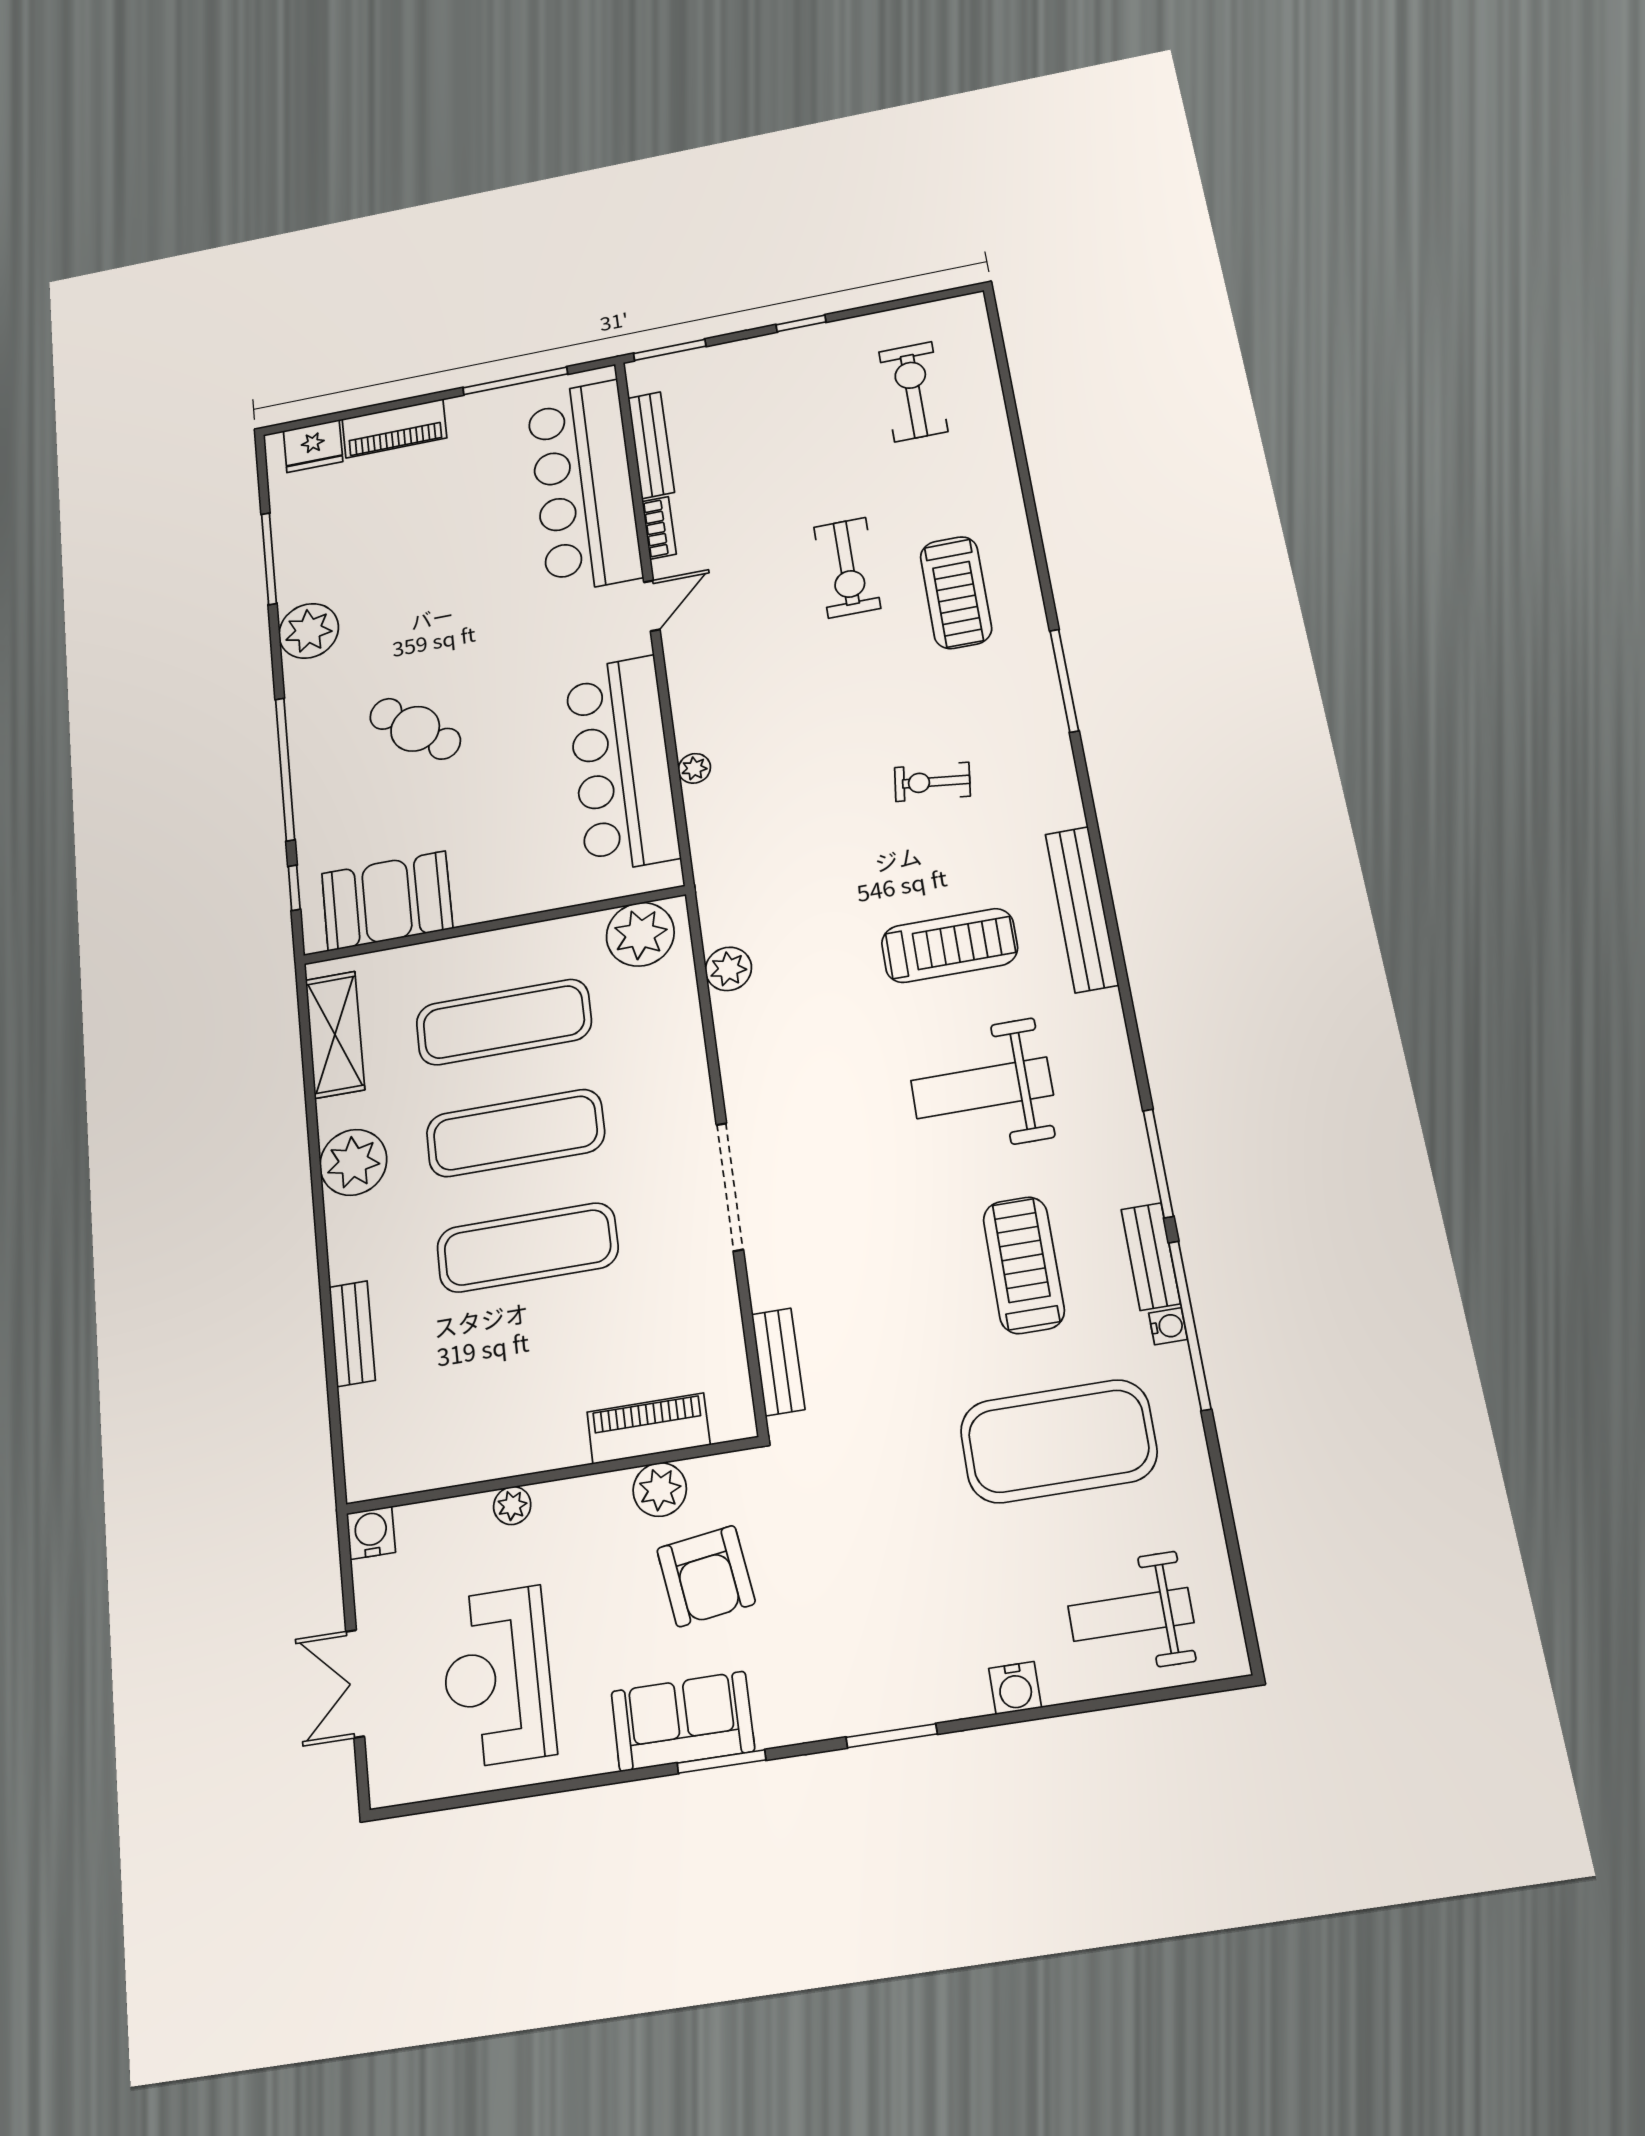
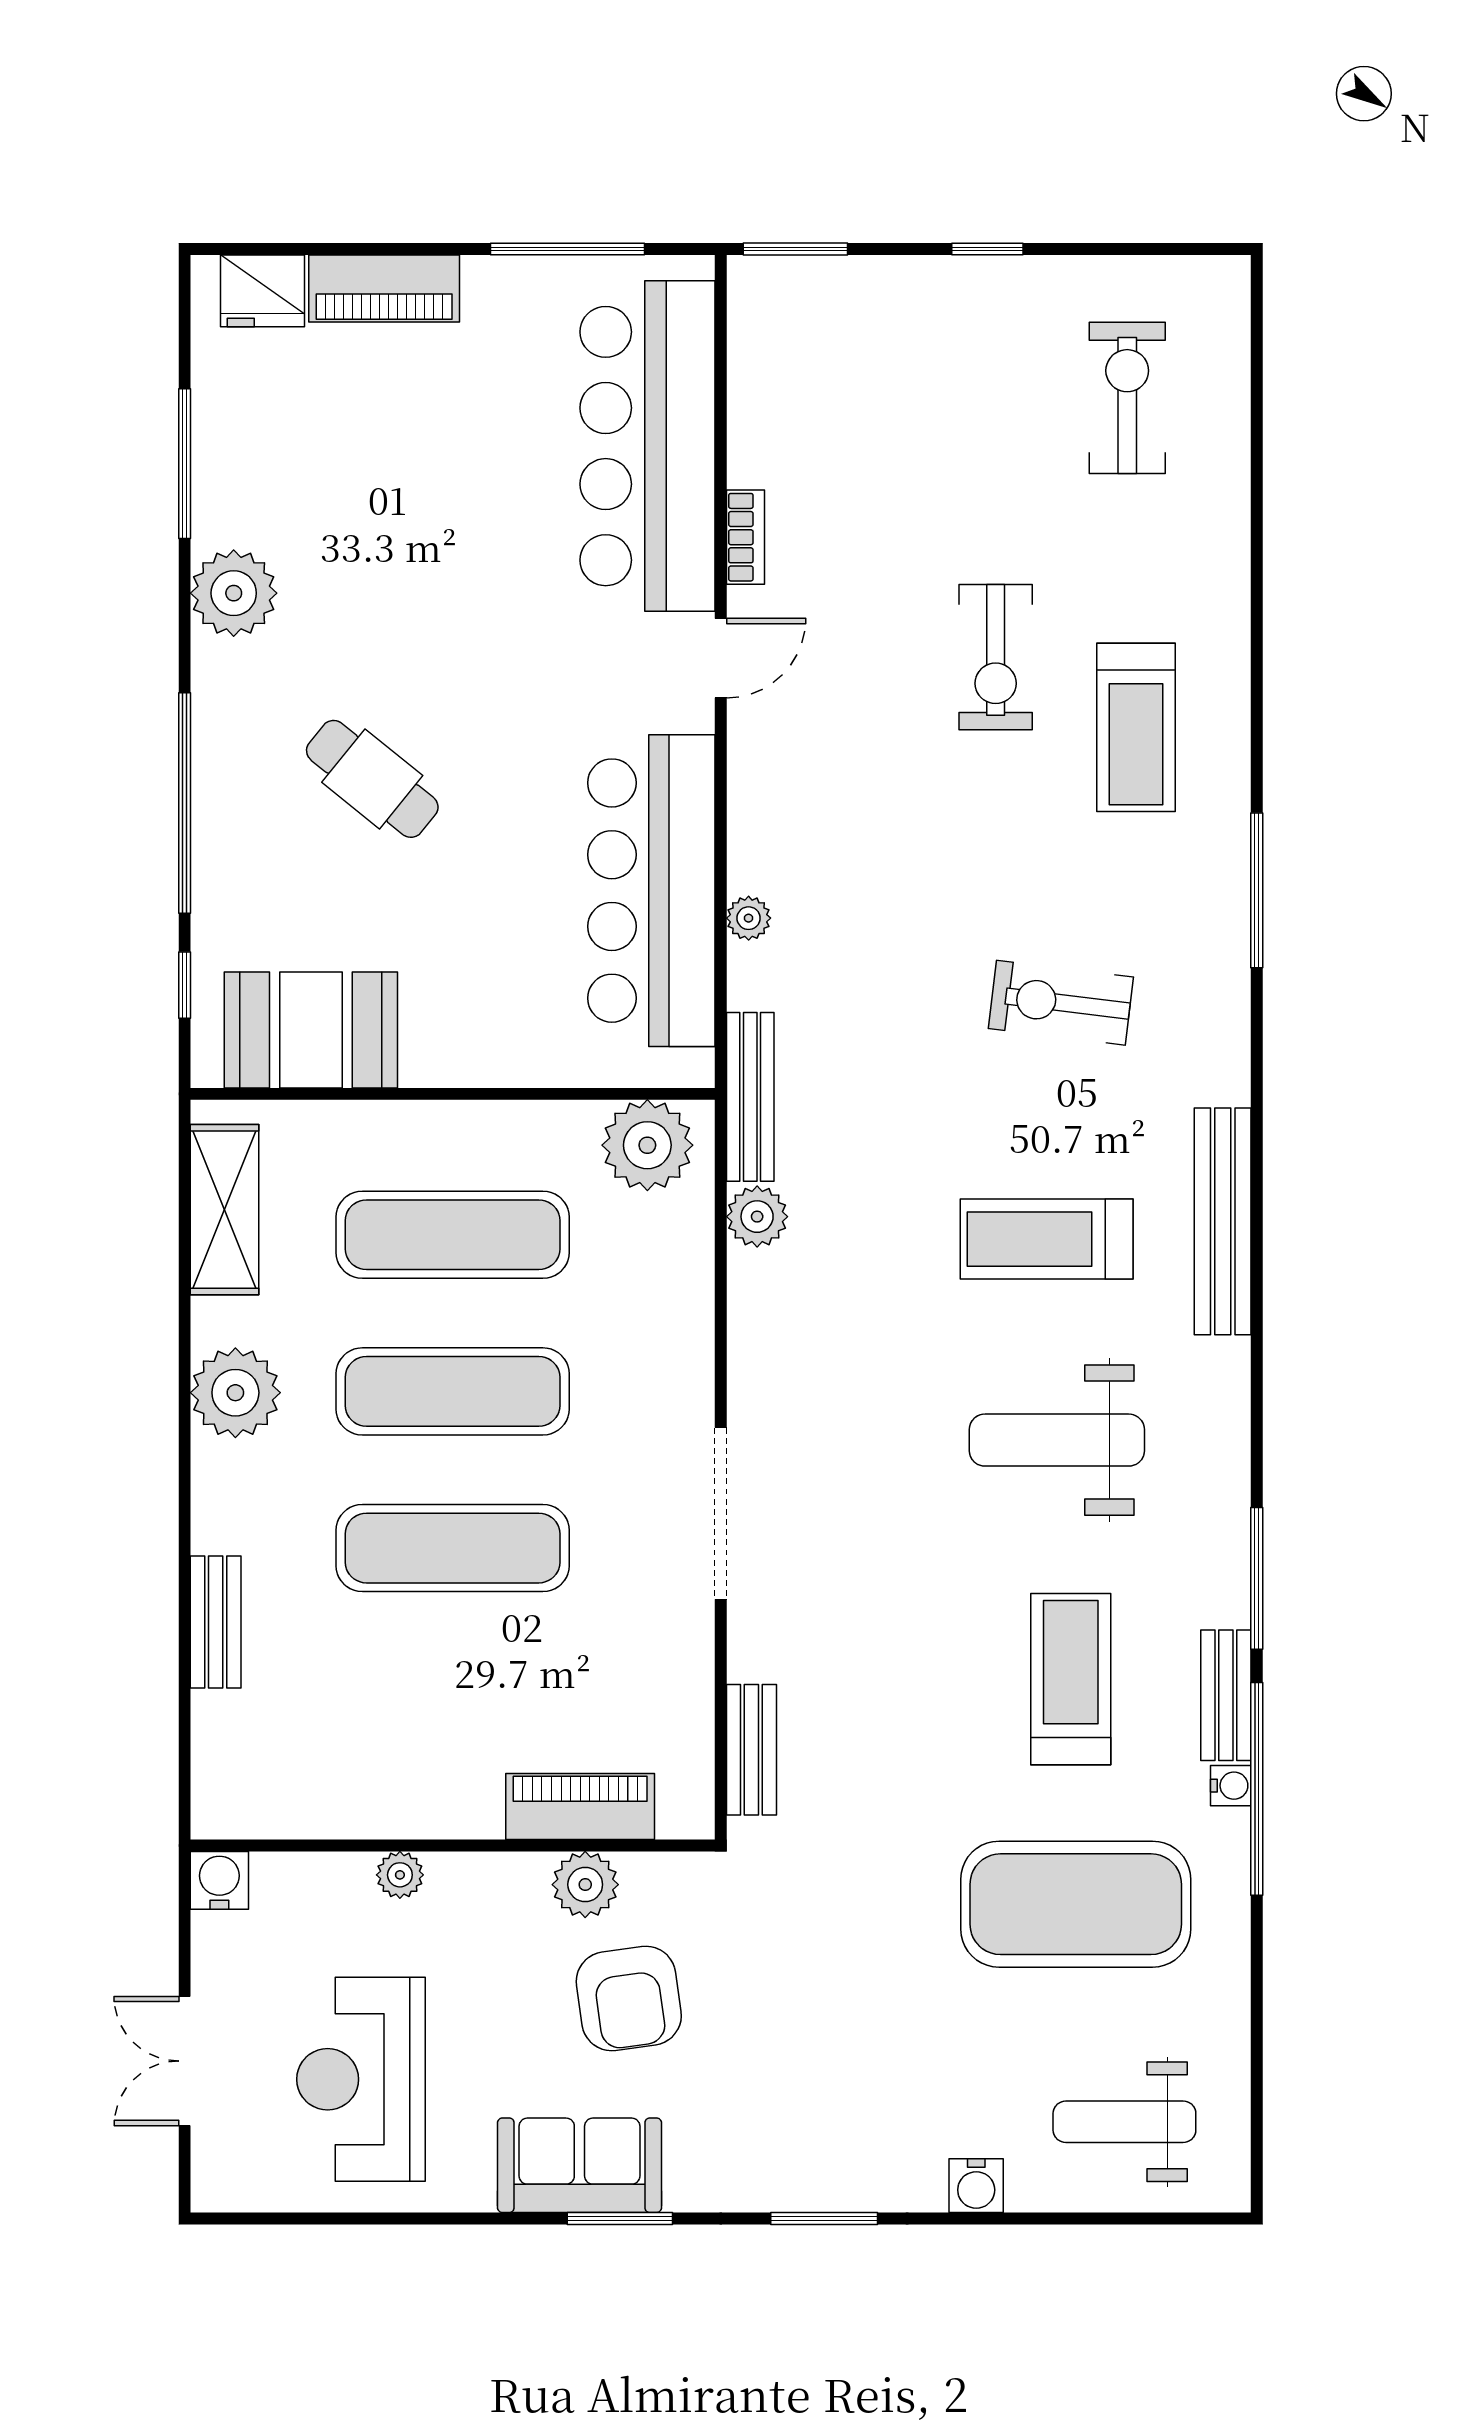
bench: (651, 445) -> (750, 1097), moved
exercise bike: (932, 782) -> (1061, 1003), width x1.38, depth x1.39
treadmill: (949, 946) -> (1047, 1239), turned 180

